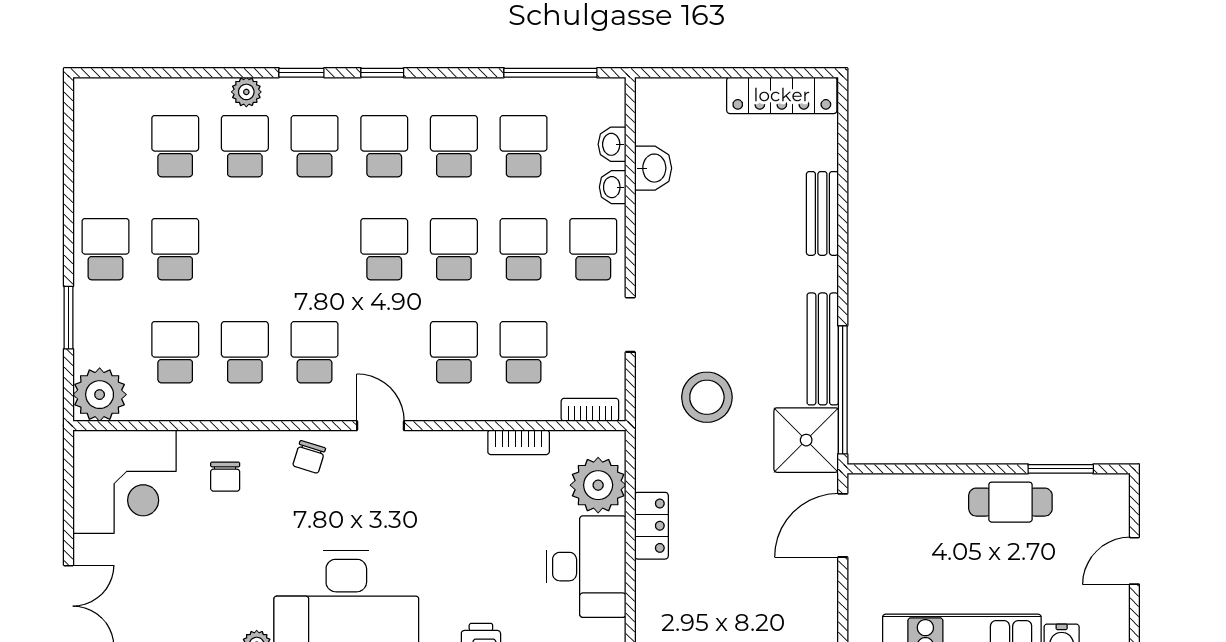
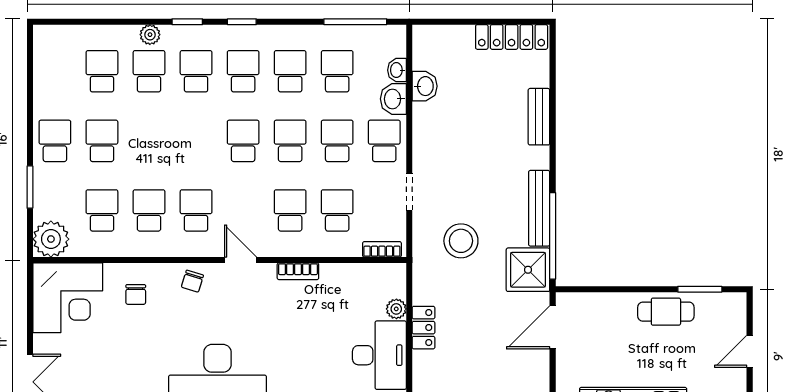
washbasin: (613, 187) -> (393, 99), width x1.38, depth x1.45
bookcase: (519, 442) -> (298, 271), moved
plant: (598, 485) -> (396, 309), width x0.53, depth x0.53

